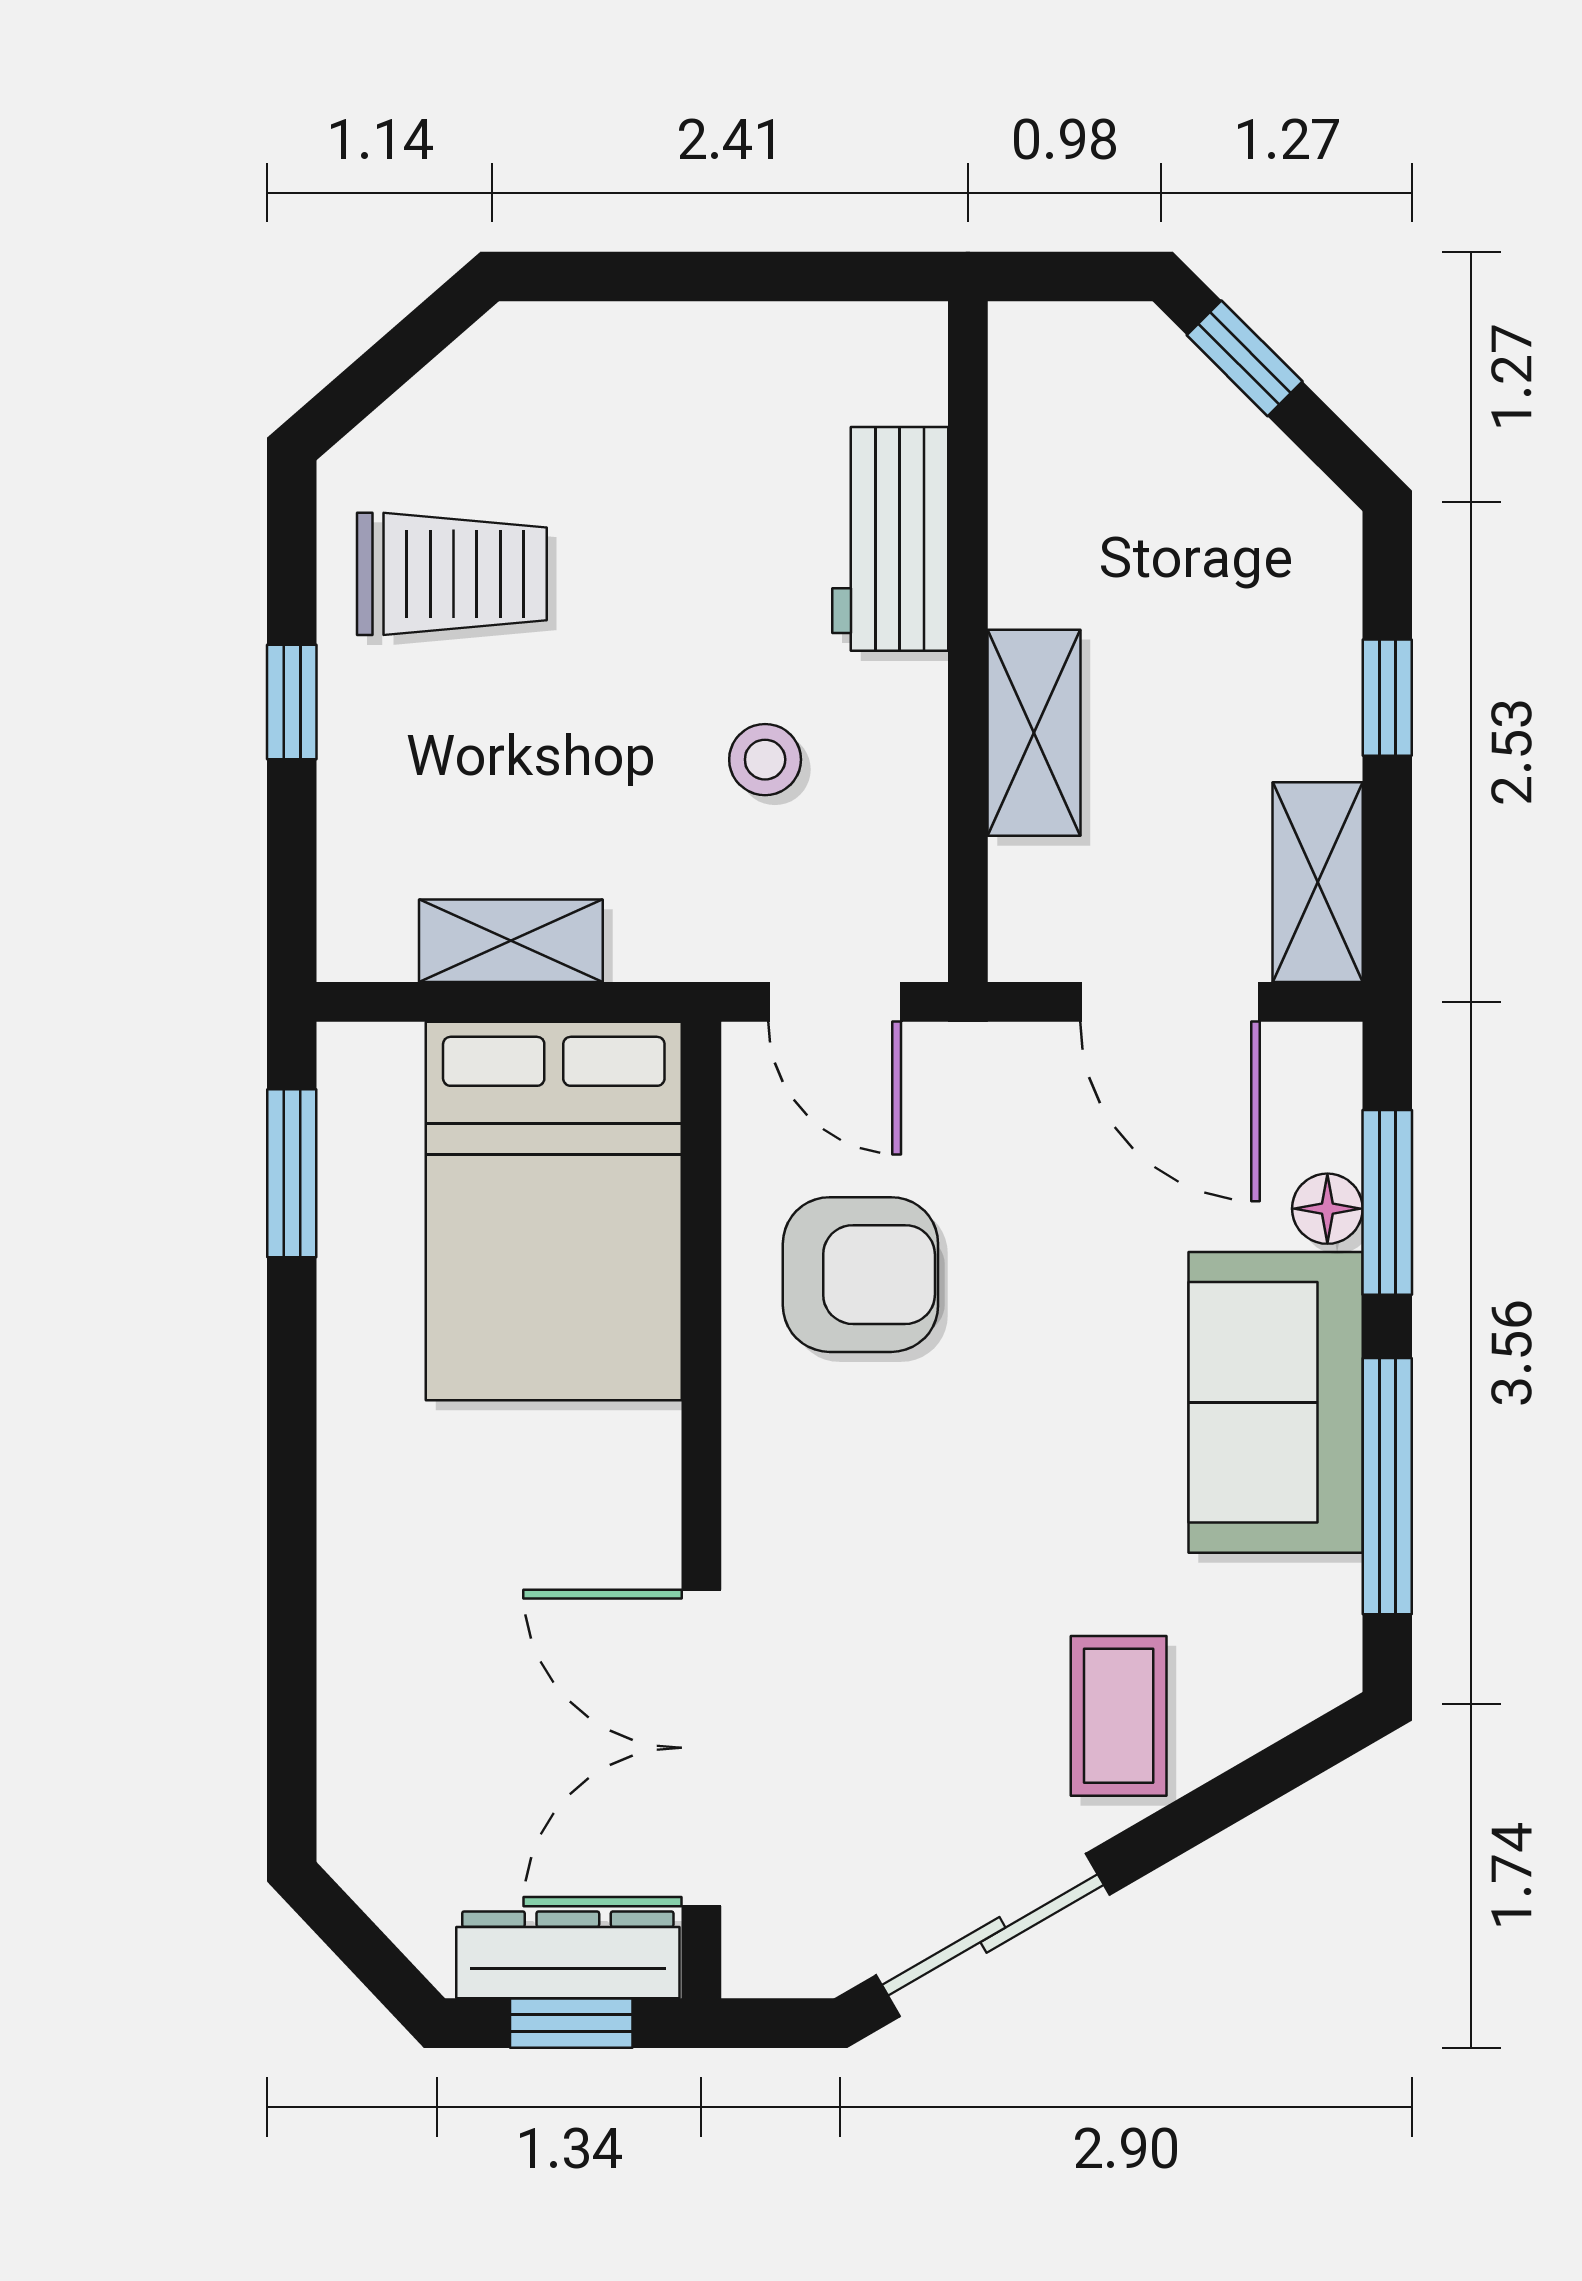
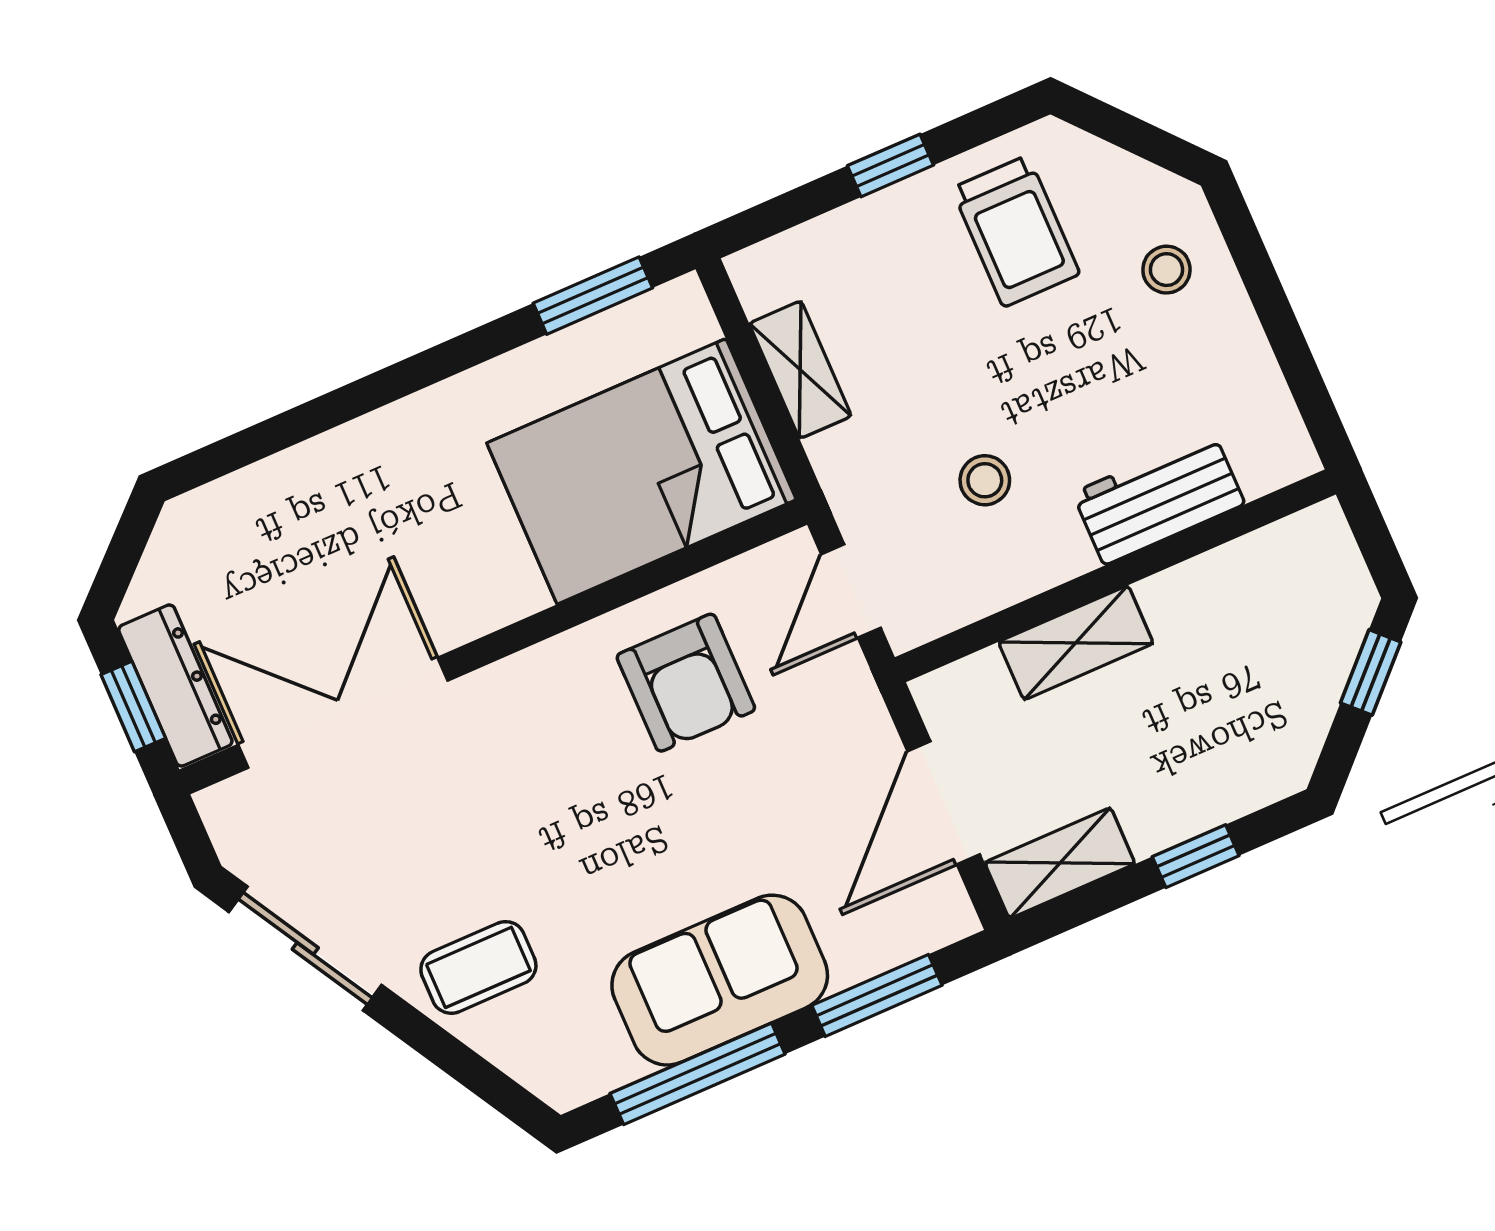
stool: (590, 396) -> (1166, 270), added
floor lamp: (1327, 1209) -> (856, 959), removed

